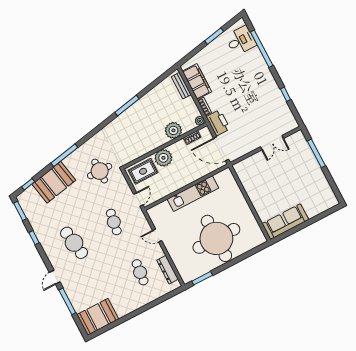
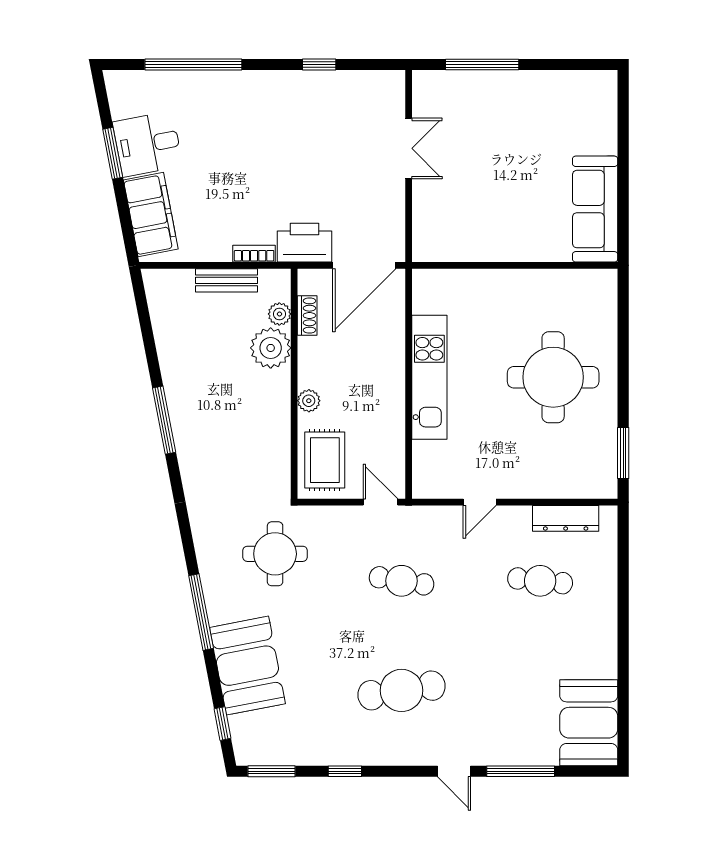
desk: (241, 41) -> (148, 144), moved, turned -101
filing cabinet: (197, 82) -> (151, 214), moved, turned 79
bench: (181, 86) -> (226, 280), moved
plant: (200, 121) -> (279, 314), moved
plant: (163, 158) -> (309, 401), width x0.53, depth x0.53
round table: (216, 238) -> (553, 377), width x0.73, depth x0.73

